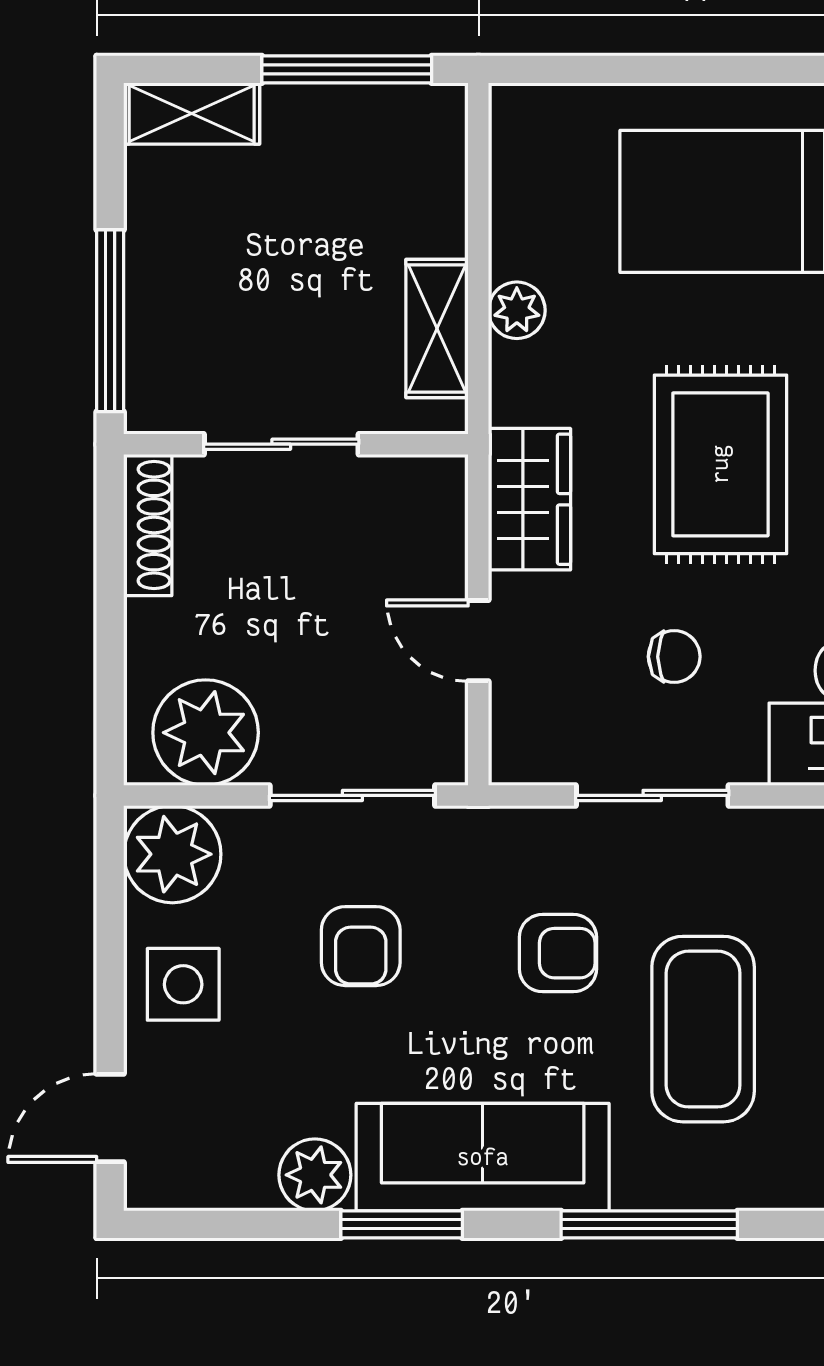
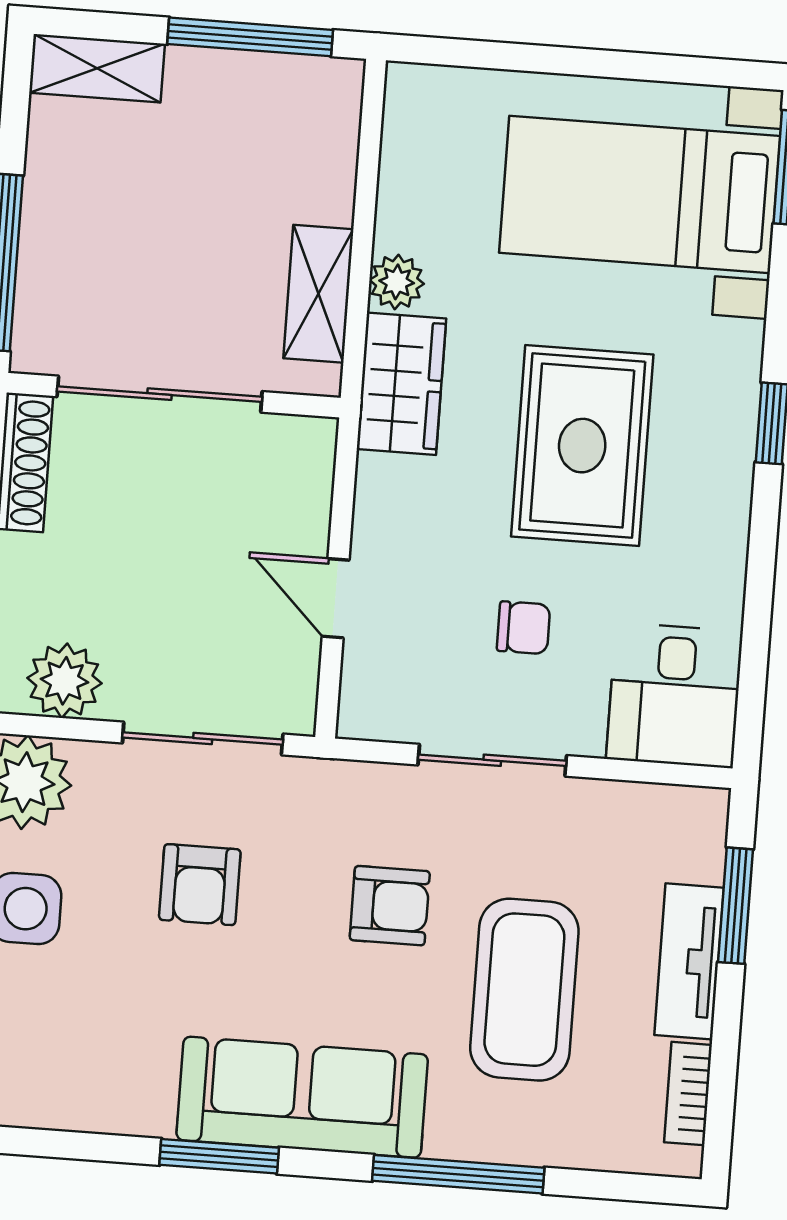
sliding door: (281, 444) -> (160, 394), width x1.37
wardrobe: (529, 499) -> (401, 384), moved
plant: (206, 733) -> (64, 681), width x0.73, depth x0.73
plant: (315, 1175) -> (139, 1102), removed

